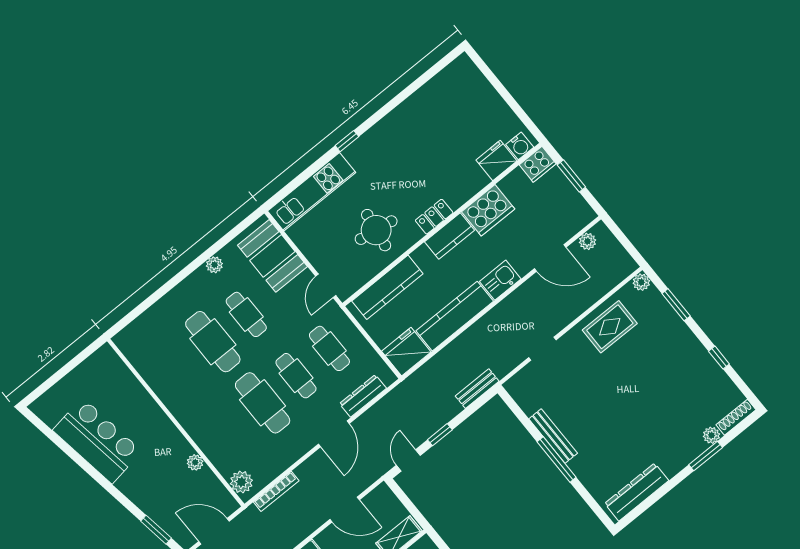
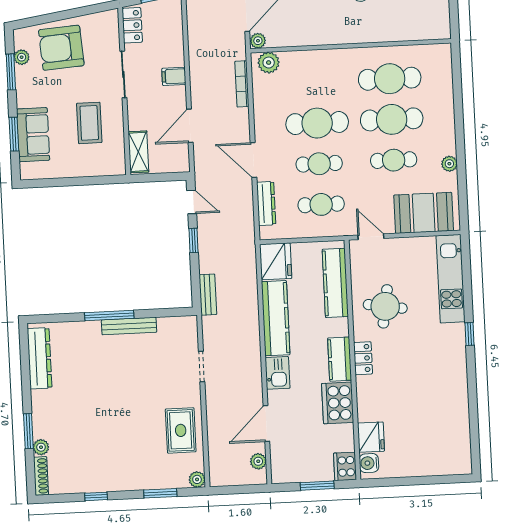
cafe table: (179, 369) -> (390, 79), added
plant: (195, 462) -> (258, 41), moved

